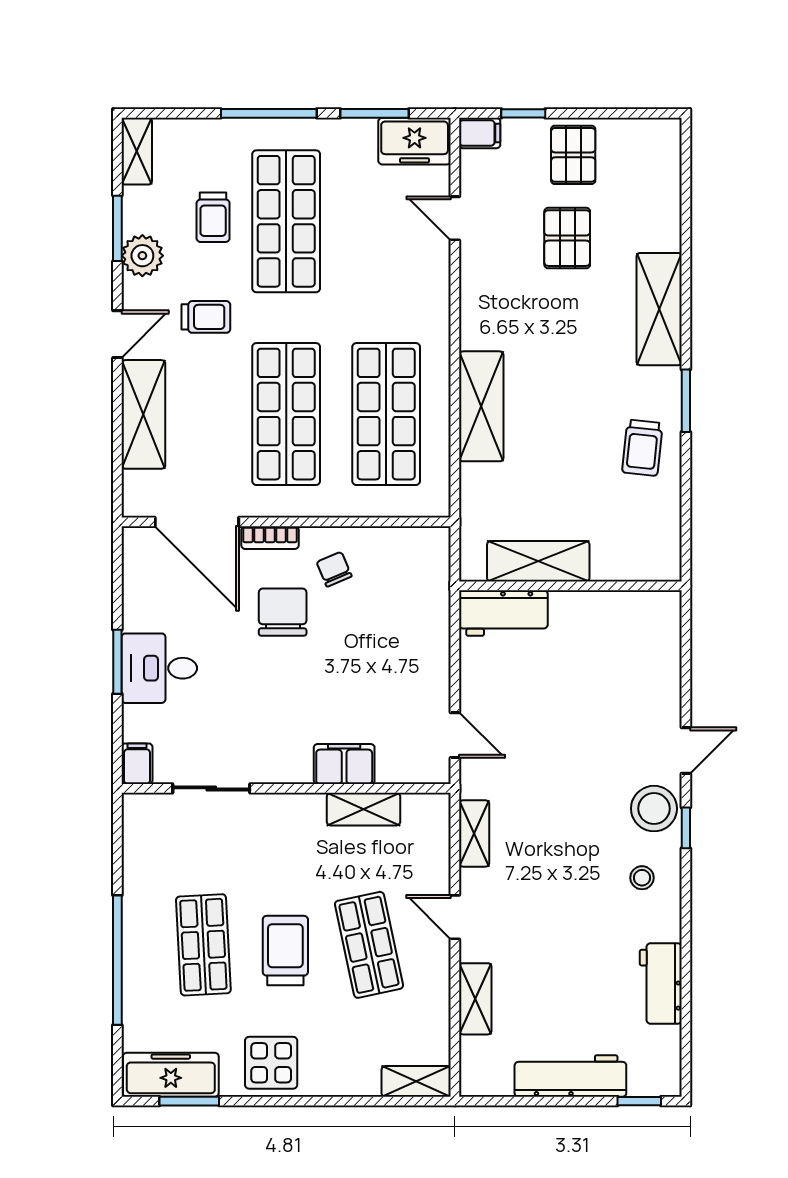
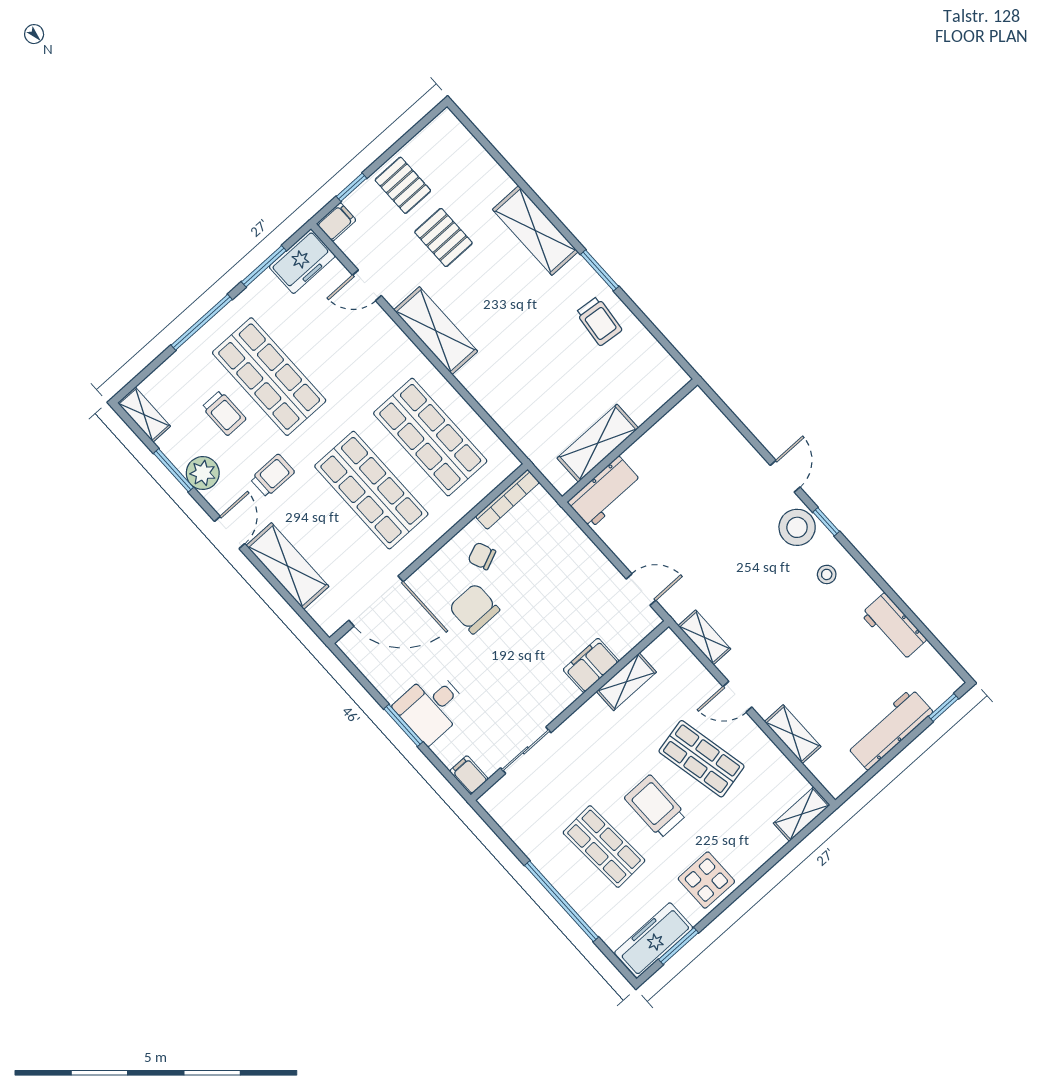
shelving: (481, 406) -> (436, 331), moved
bookcase: (270, 538) -> (507, 499), moved, width x1.56

